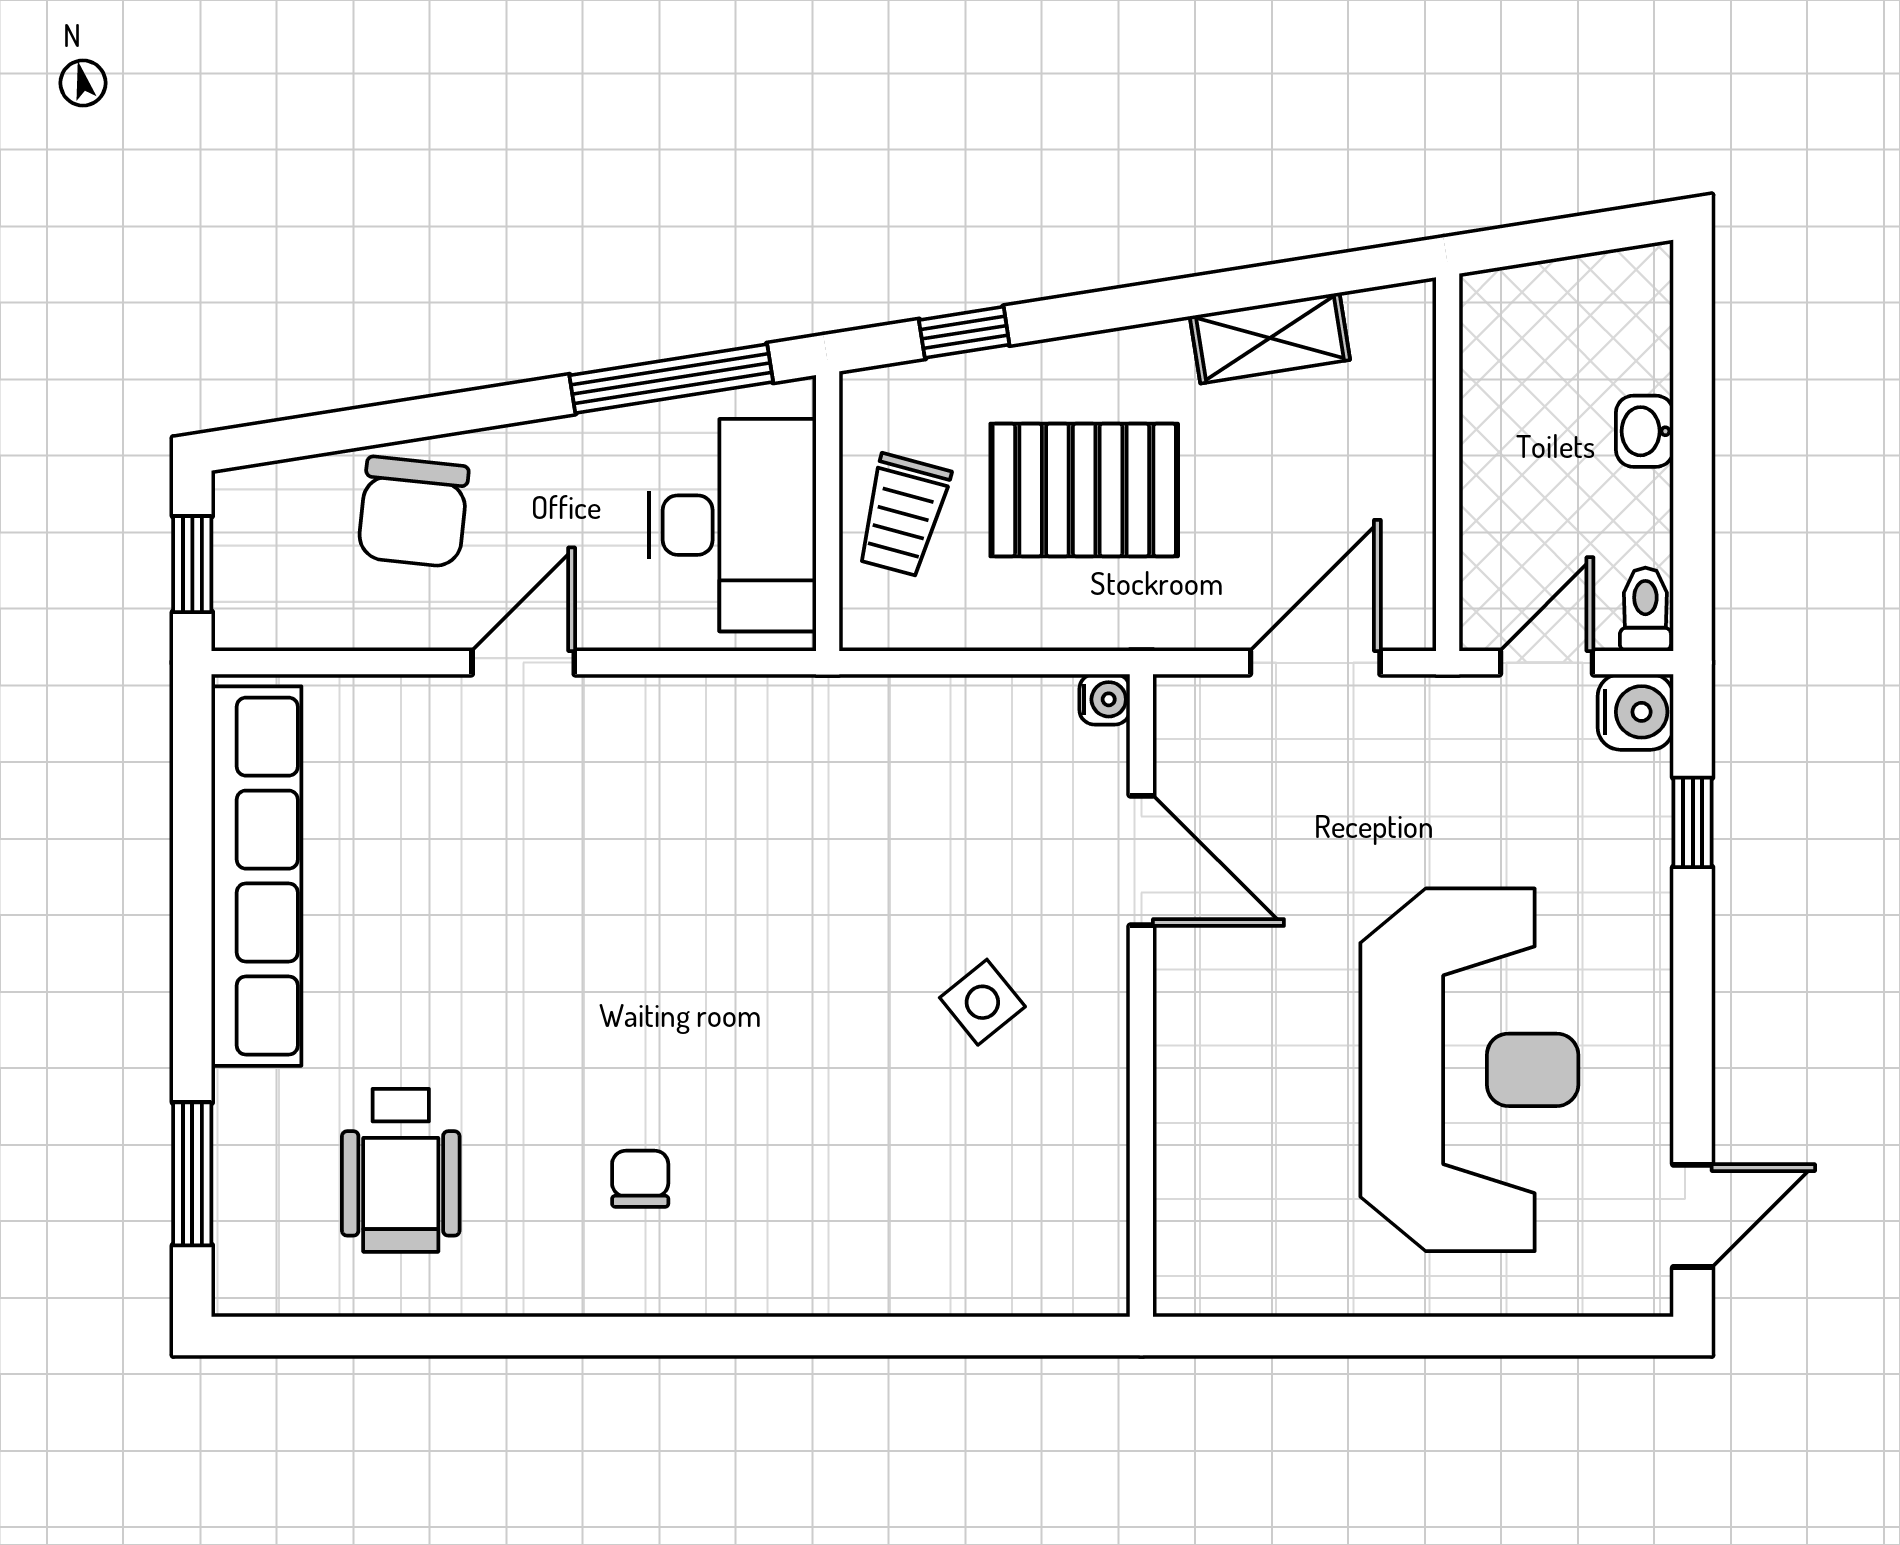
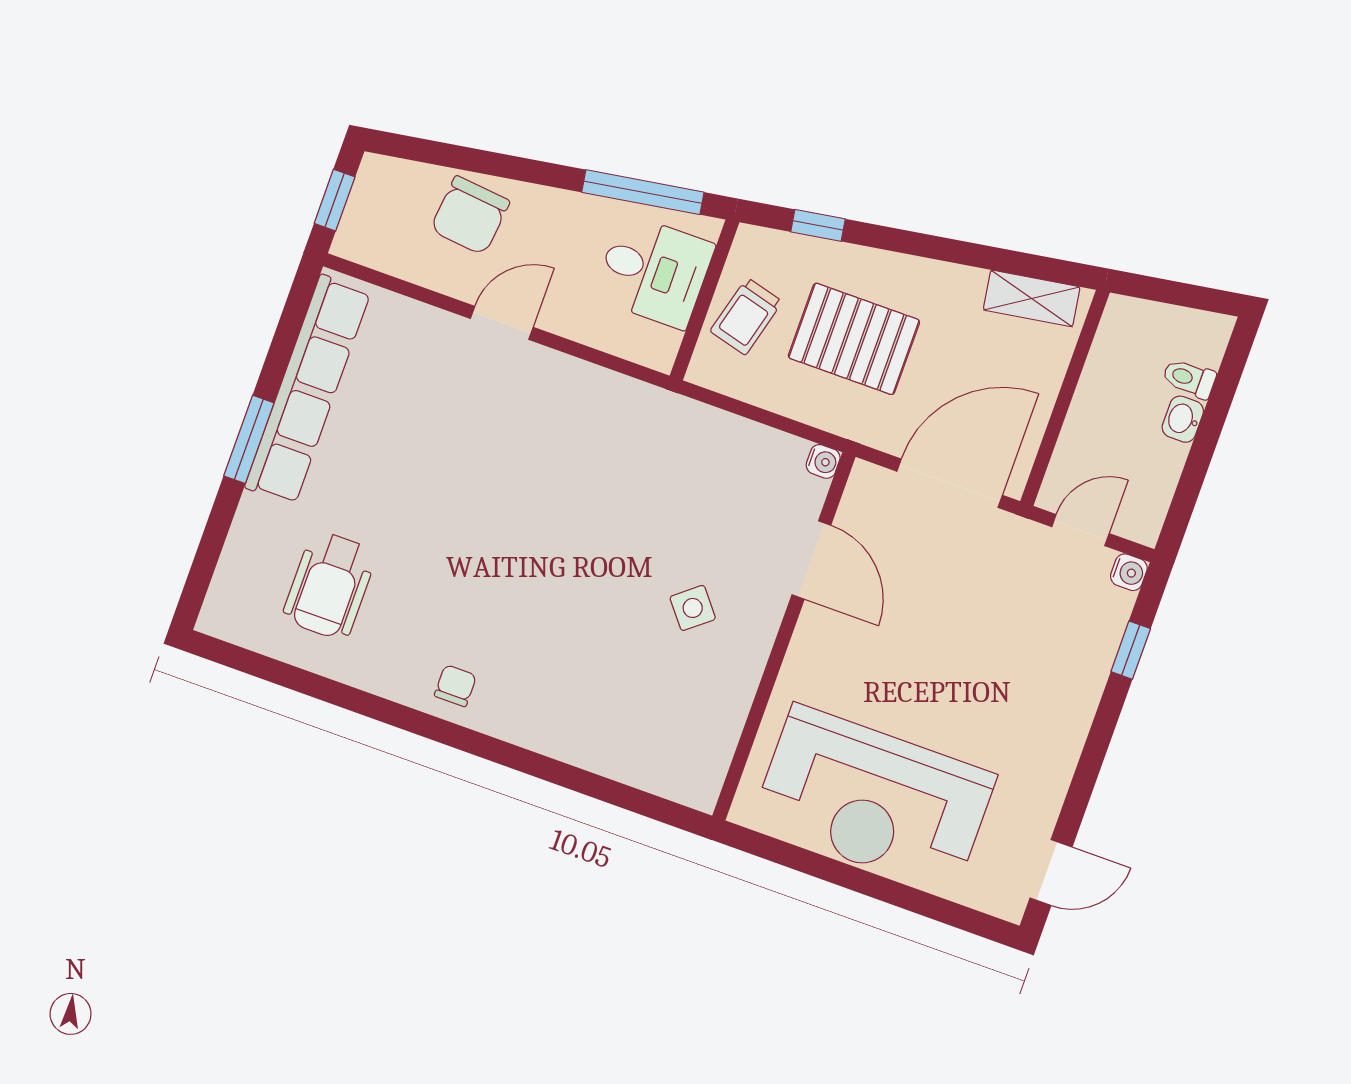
shelving: (1270, 338) -> (1032, 298), moved
desk: (733, 525) -> (654, 271), width x0.73
toilet: (1645, 609) -> (1189, 378), moved, turned -90
door: (1315, 663) -> (950, 483), width x1.36
water cooler: (1636, 712) -> (1129, 572), width x0.72, depth x0.72
reception desk: (1469, 1070) -> (874, 799), moved, turned 90
window: (192, 1174) -> (249, 439), moved
chair: (640, 1179) -> (455, 686), moved

